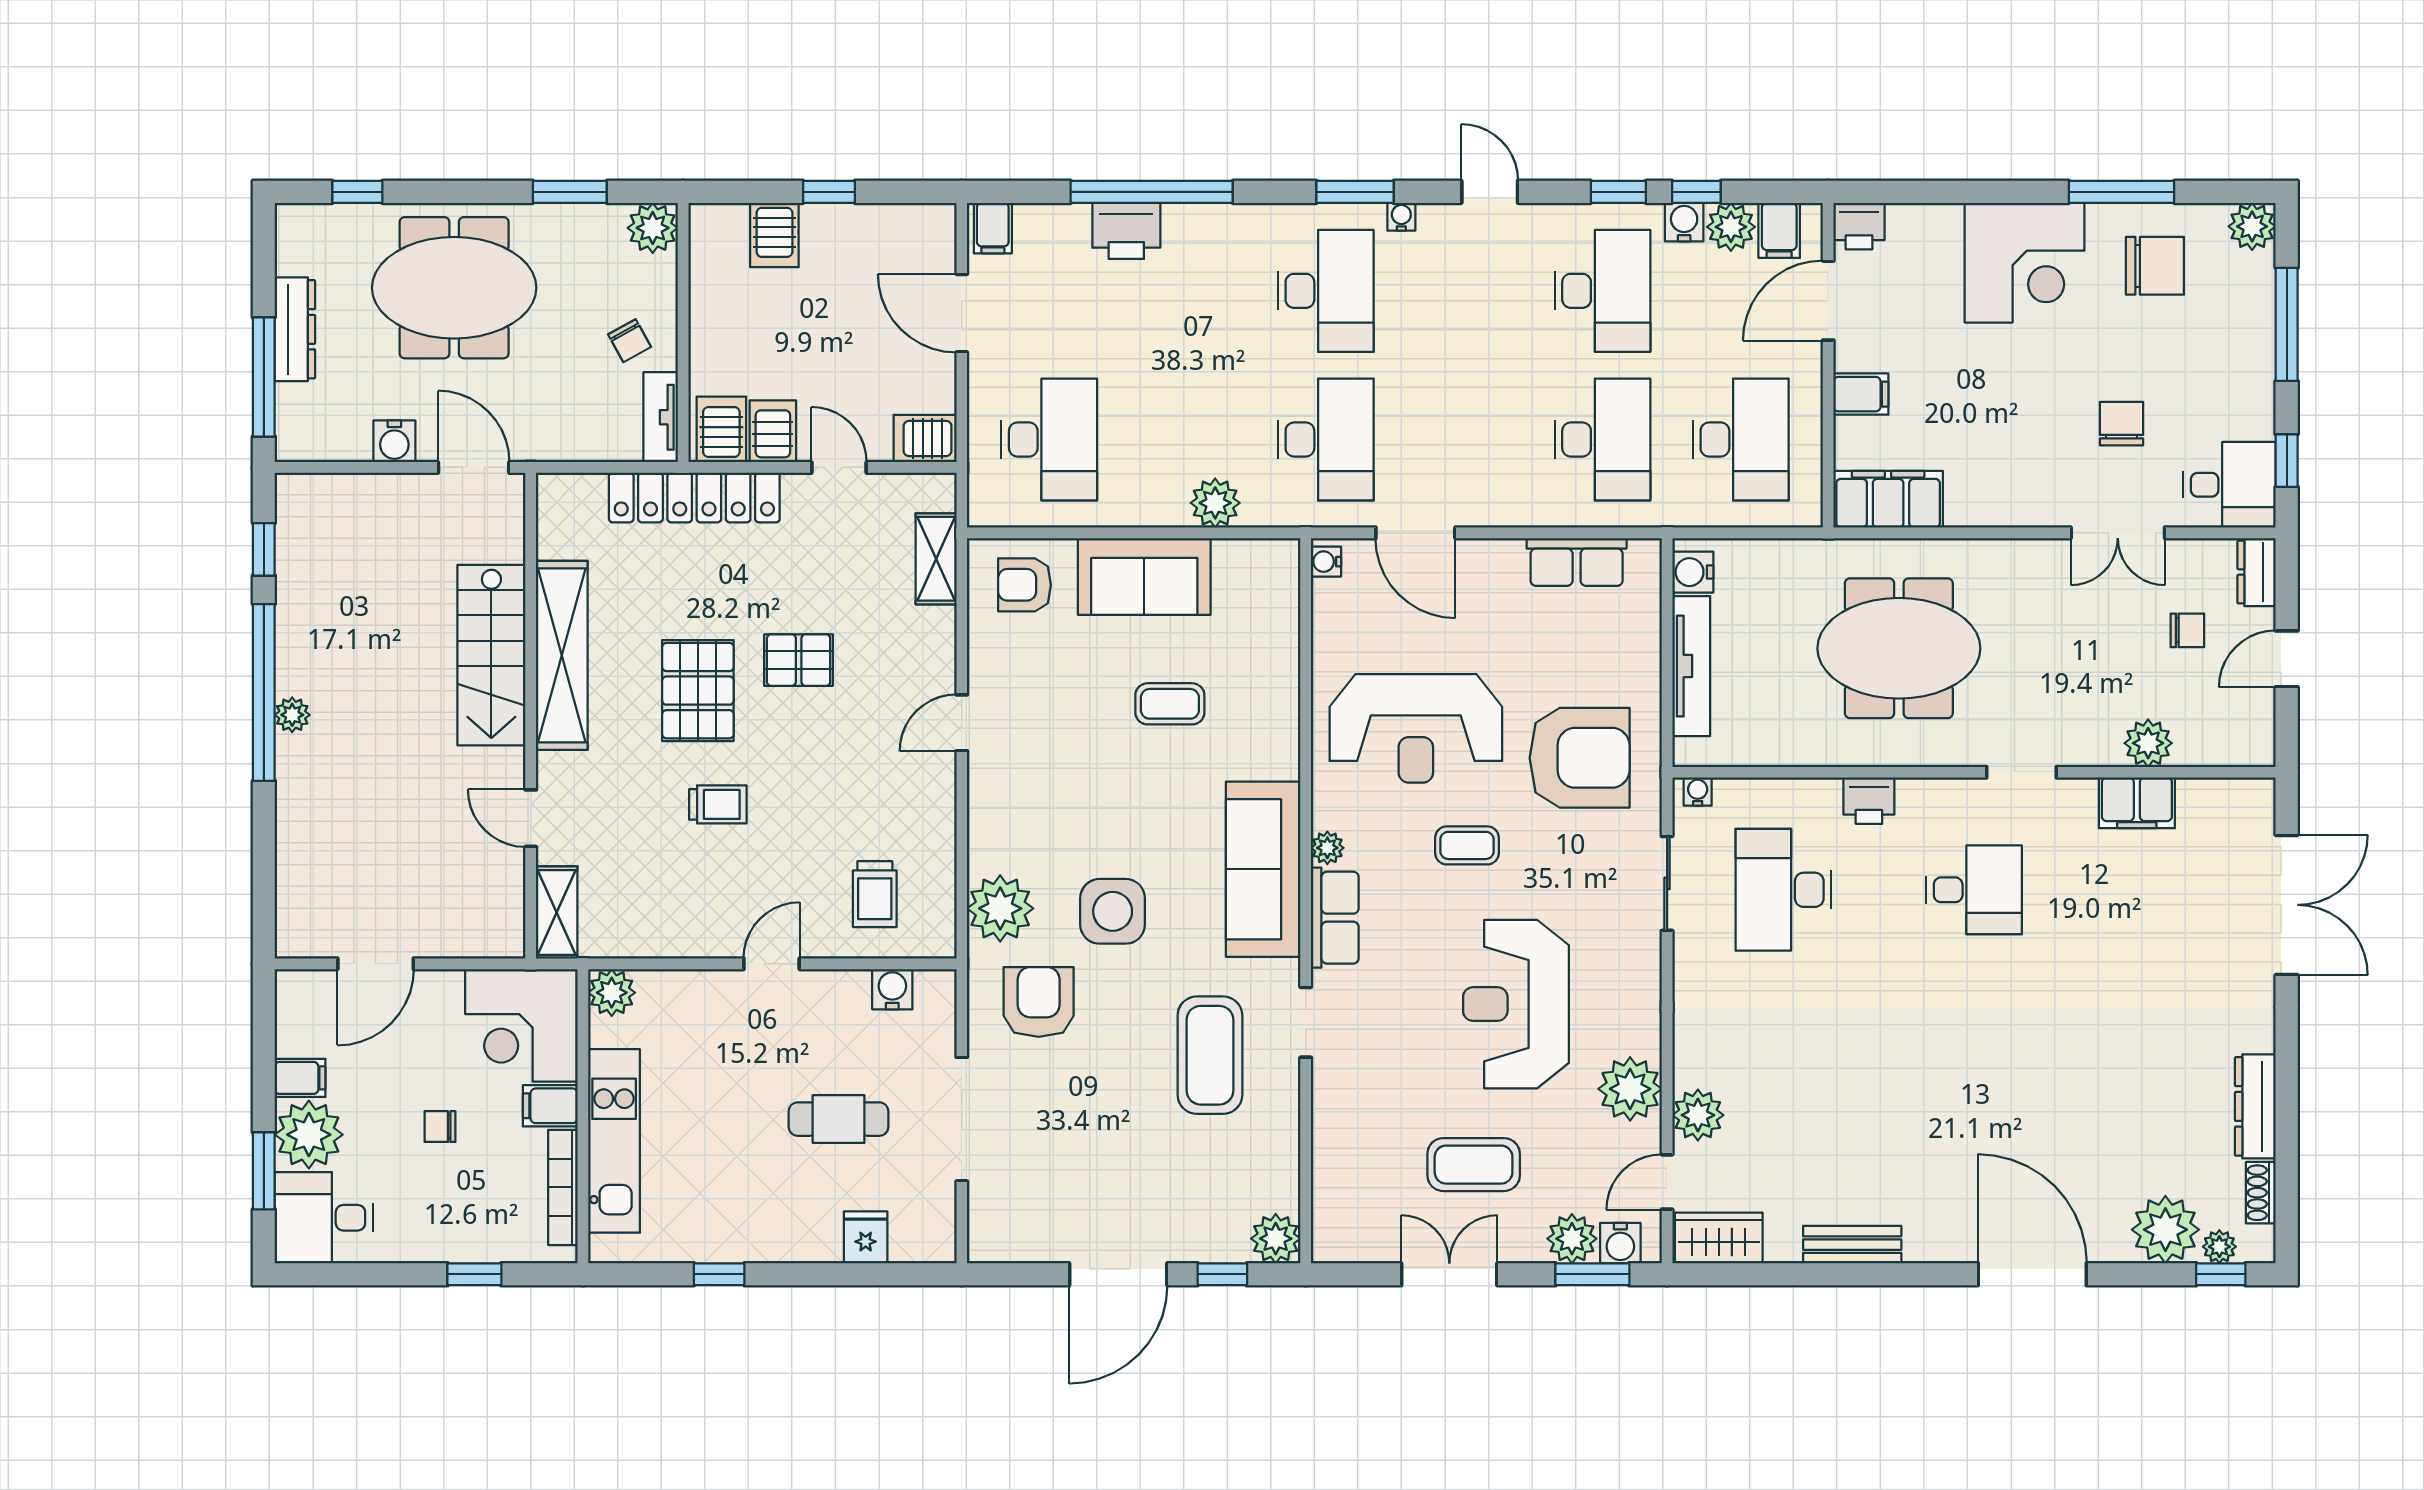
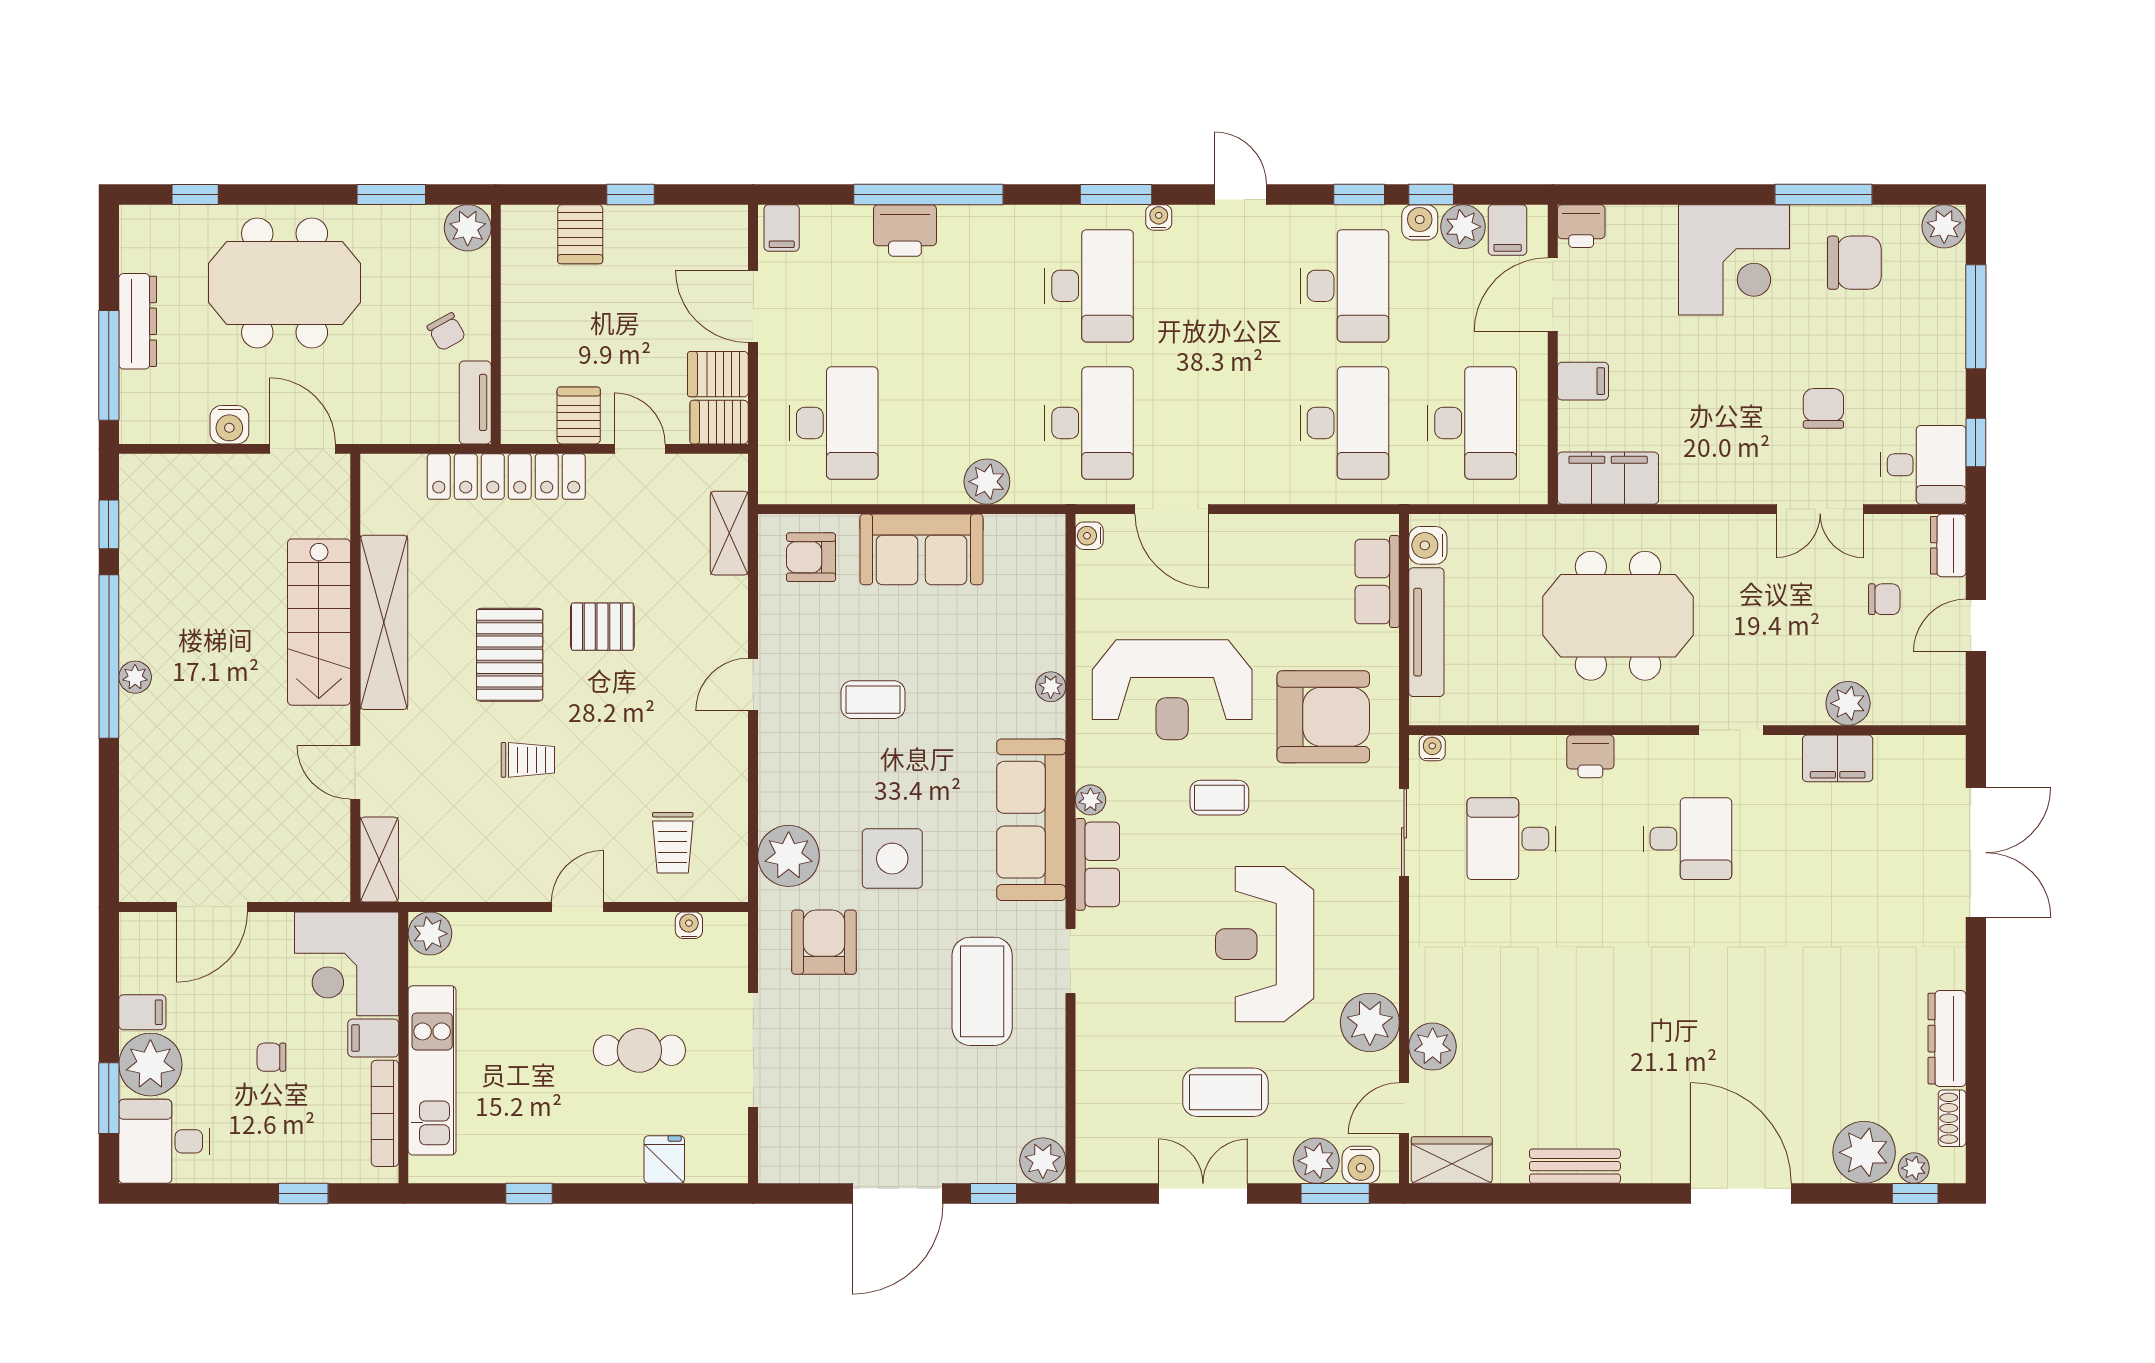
server rack: (721, 429) -> (718, 374), moved, turned -90
row of seats: (1577, 562) -> (1377, 582), moved, turned 90
coffee table: (1170, 704) -> (873, 700), moved
plant: (1284, 725) -> (1051, 687), added
desk: (1783, 890) -> (1511, 839), width x0.73
water cooler: (892, 989) -> (689, 925), width x0.72, depth x0.72

